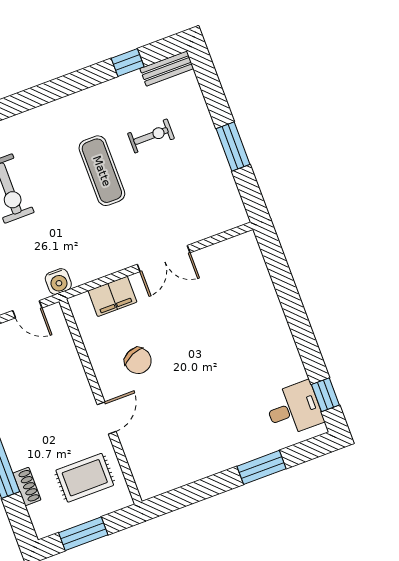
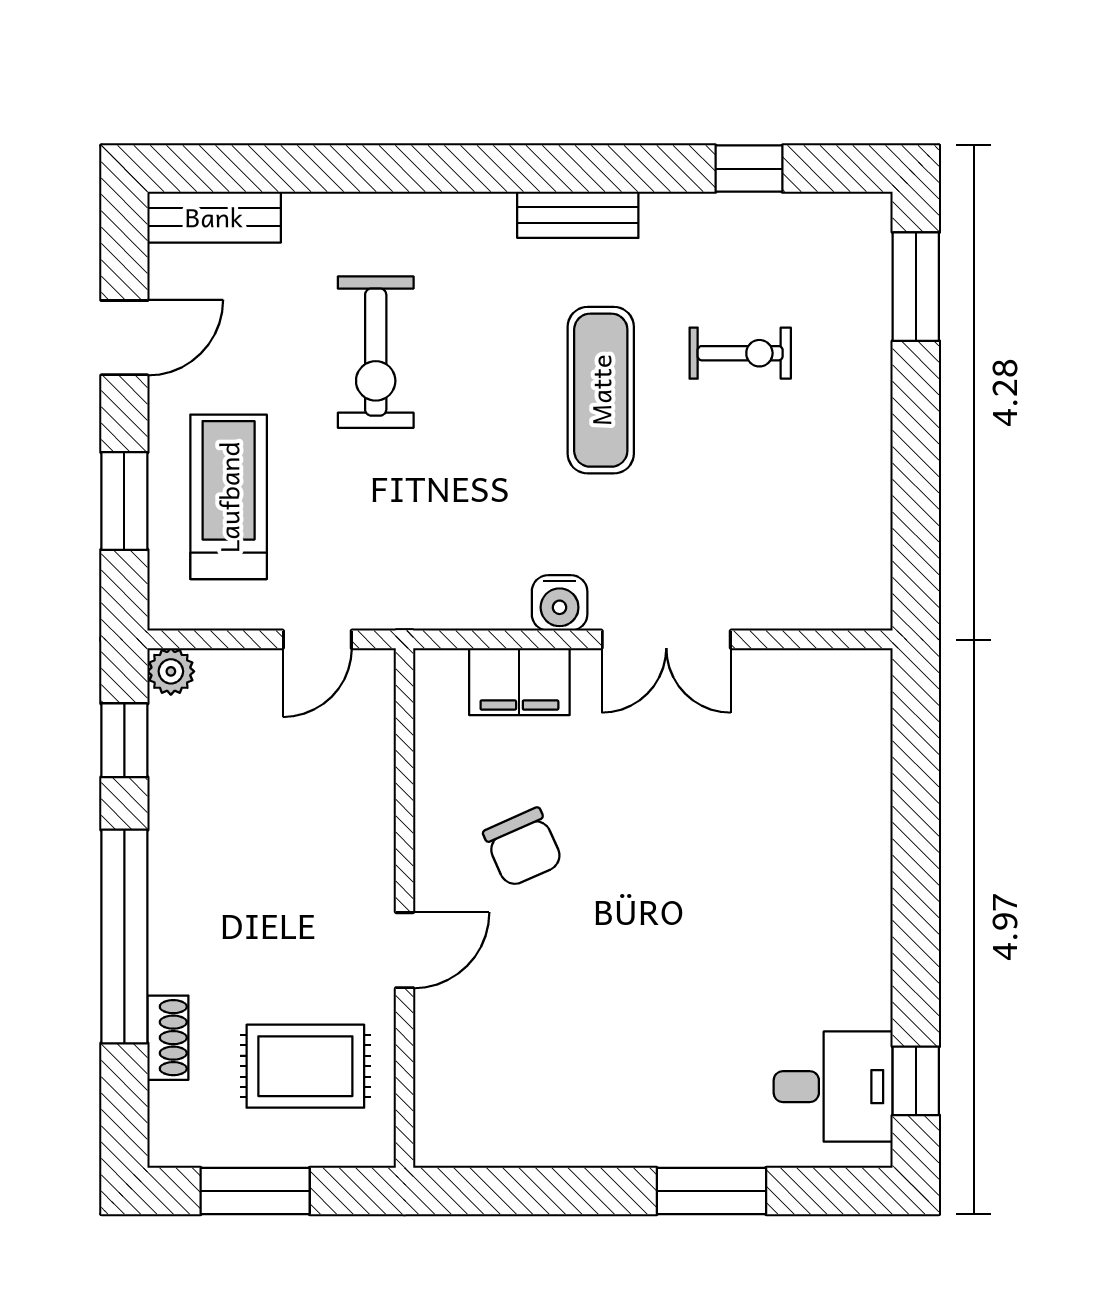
bench: (167, 69) -> (578, 215), moved
window: (233, 147) -> (916, 287), moved
water cooler: (58, 281) -> (560, 603), moved
door: (27, 309) -> (317, 639), hinge flipped

